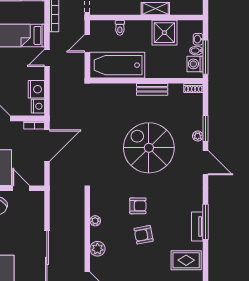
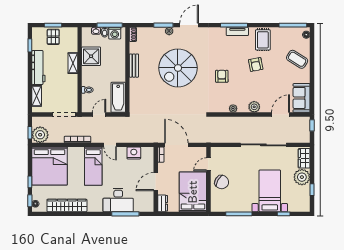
door: (87, 43) -> (99, 114), swing flipped
bathtub: (117, 65) -> (118, 97), width x0.73, depth x0.73
nightstand: (38, 106) -> (147, 152), removed
armchair: (144, 235) -> (256, 65), moved

